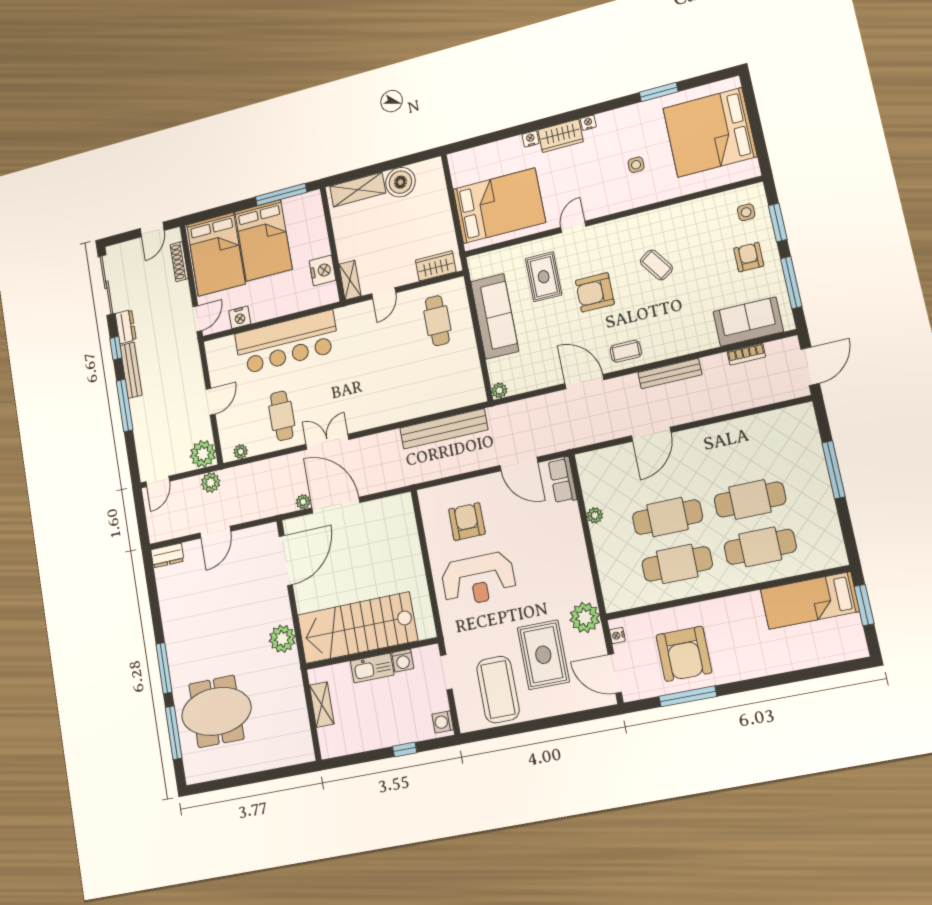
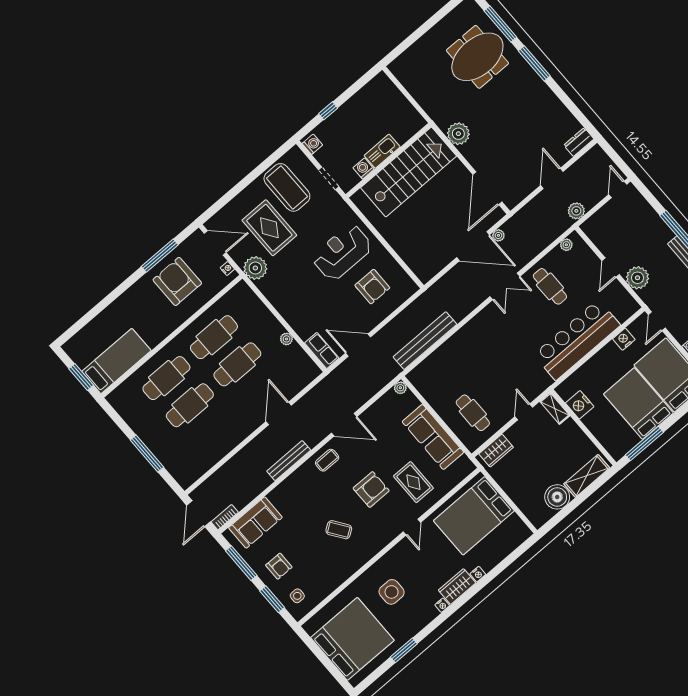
side table: (636, 165) -> (392, 592), width x1.87, depth x1.87
bookcase: (746, 354) -> (225, 517), moved
plant: (203, 454) -> (638, 278), moved
shelving: (322, 705) -> (404, 106), removed

